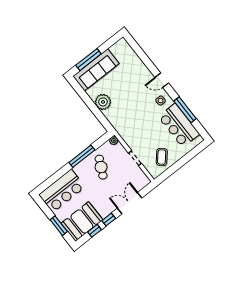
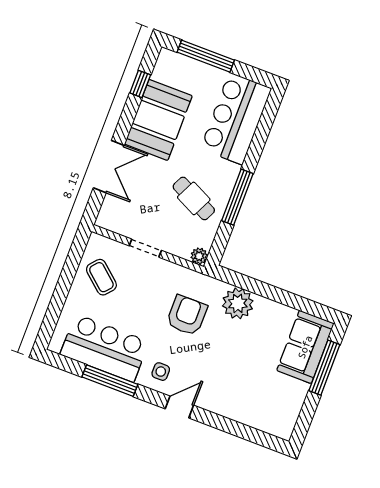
sofa: (96, 70) -> (305, 347), width x0.73
plant: (103, 102) -> (238, 303), moved
armchair: (135, 118) -> (187, 315), added
window: (109, 220) -> (127, 117), removed
booth: (82, 221) -> (158, 120), moved
window: (59, 226) -> (206, 56), width x1.44

